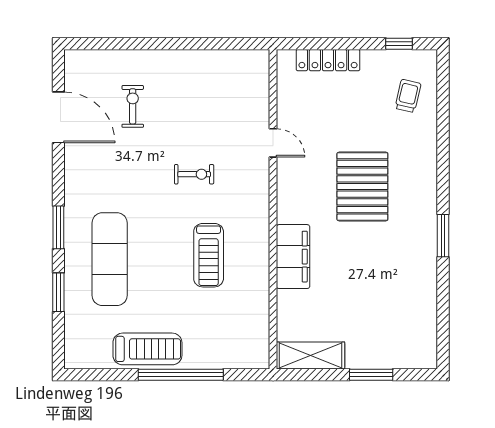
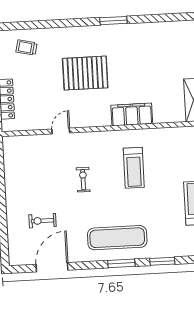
treadmill: (209, 255) -> (134, 168), turned 90
exercise mat: (110, 259) -> (117, 238), moved

